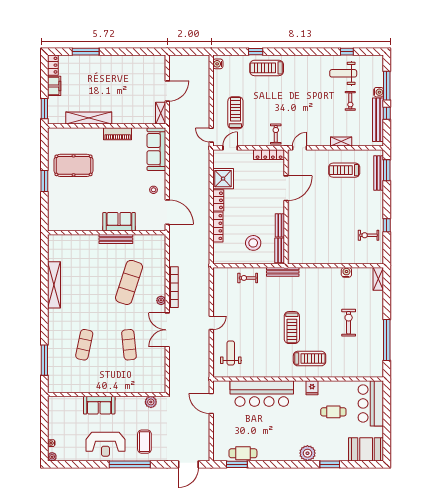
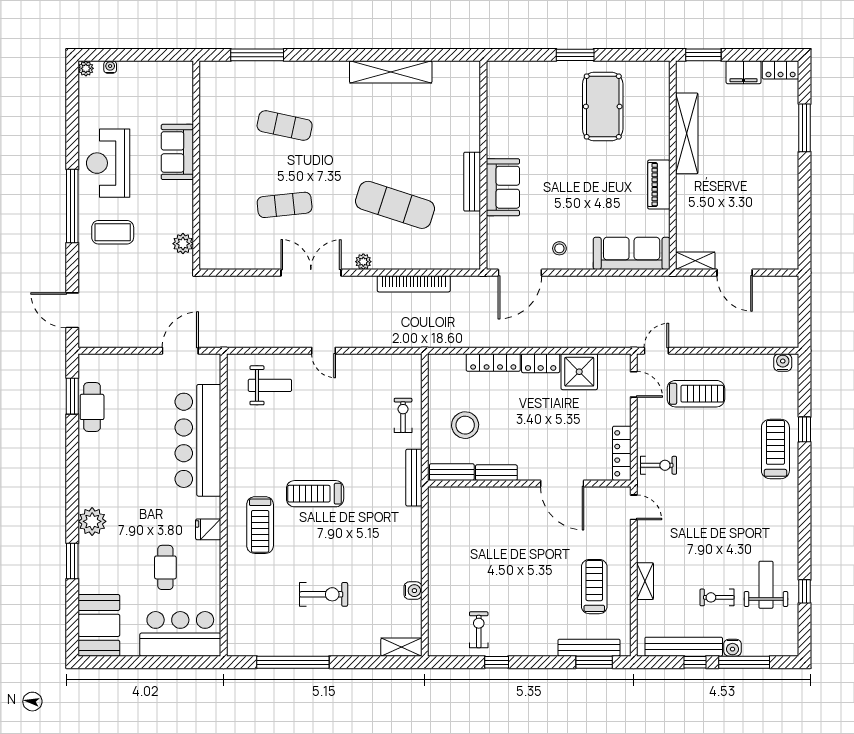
bookcase: (173, 287) -> (414, 284), moved

